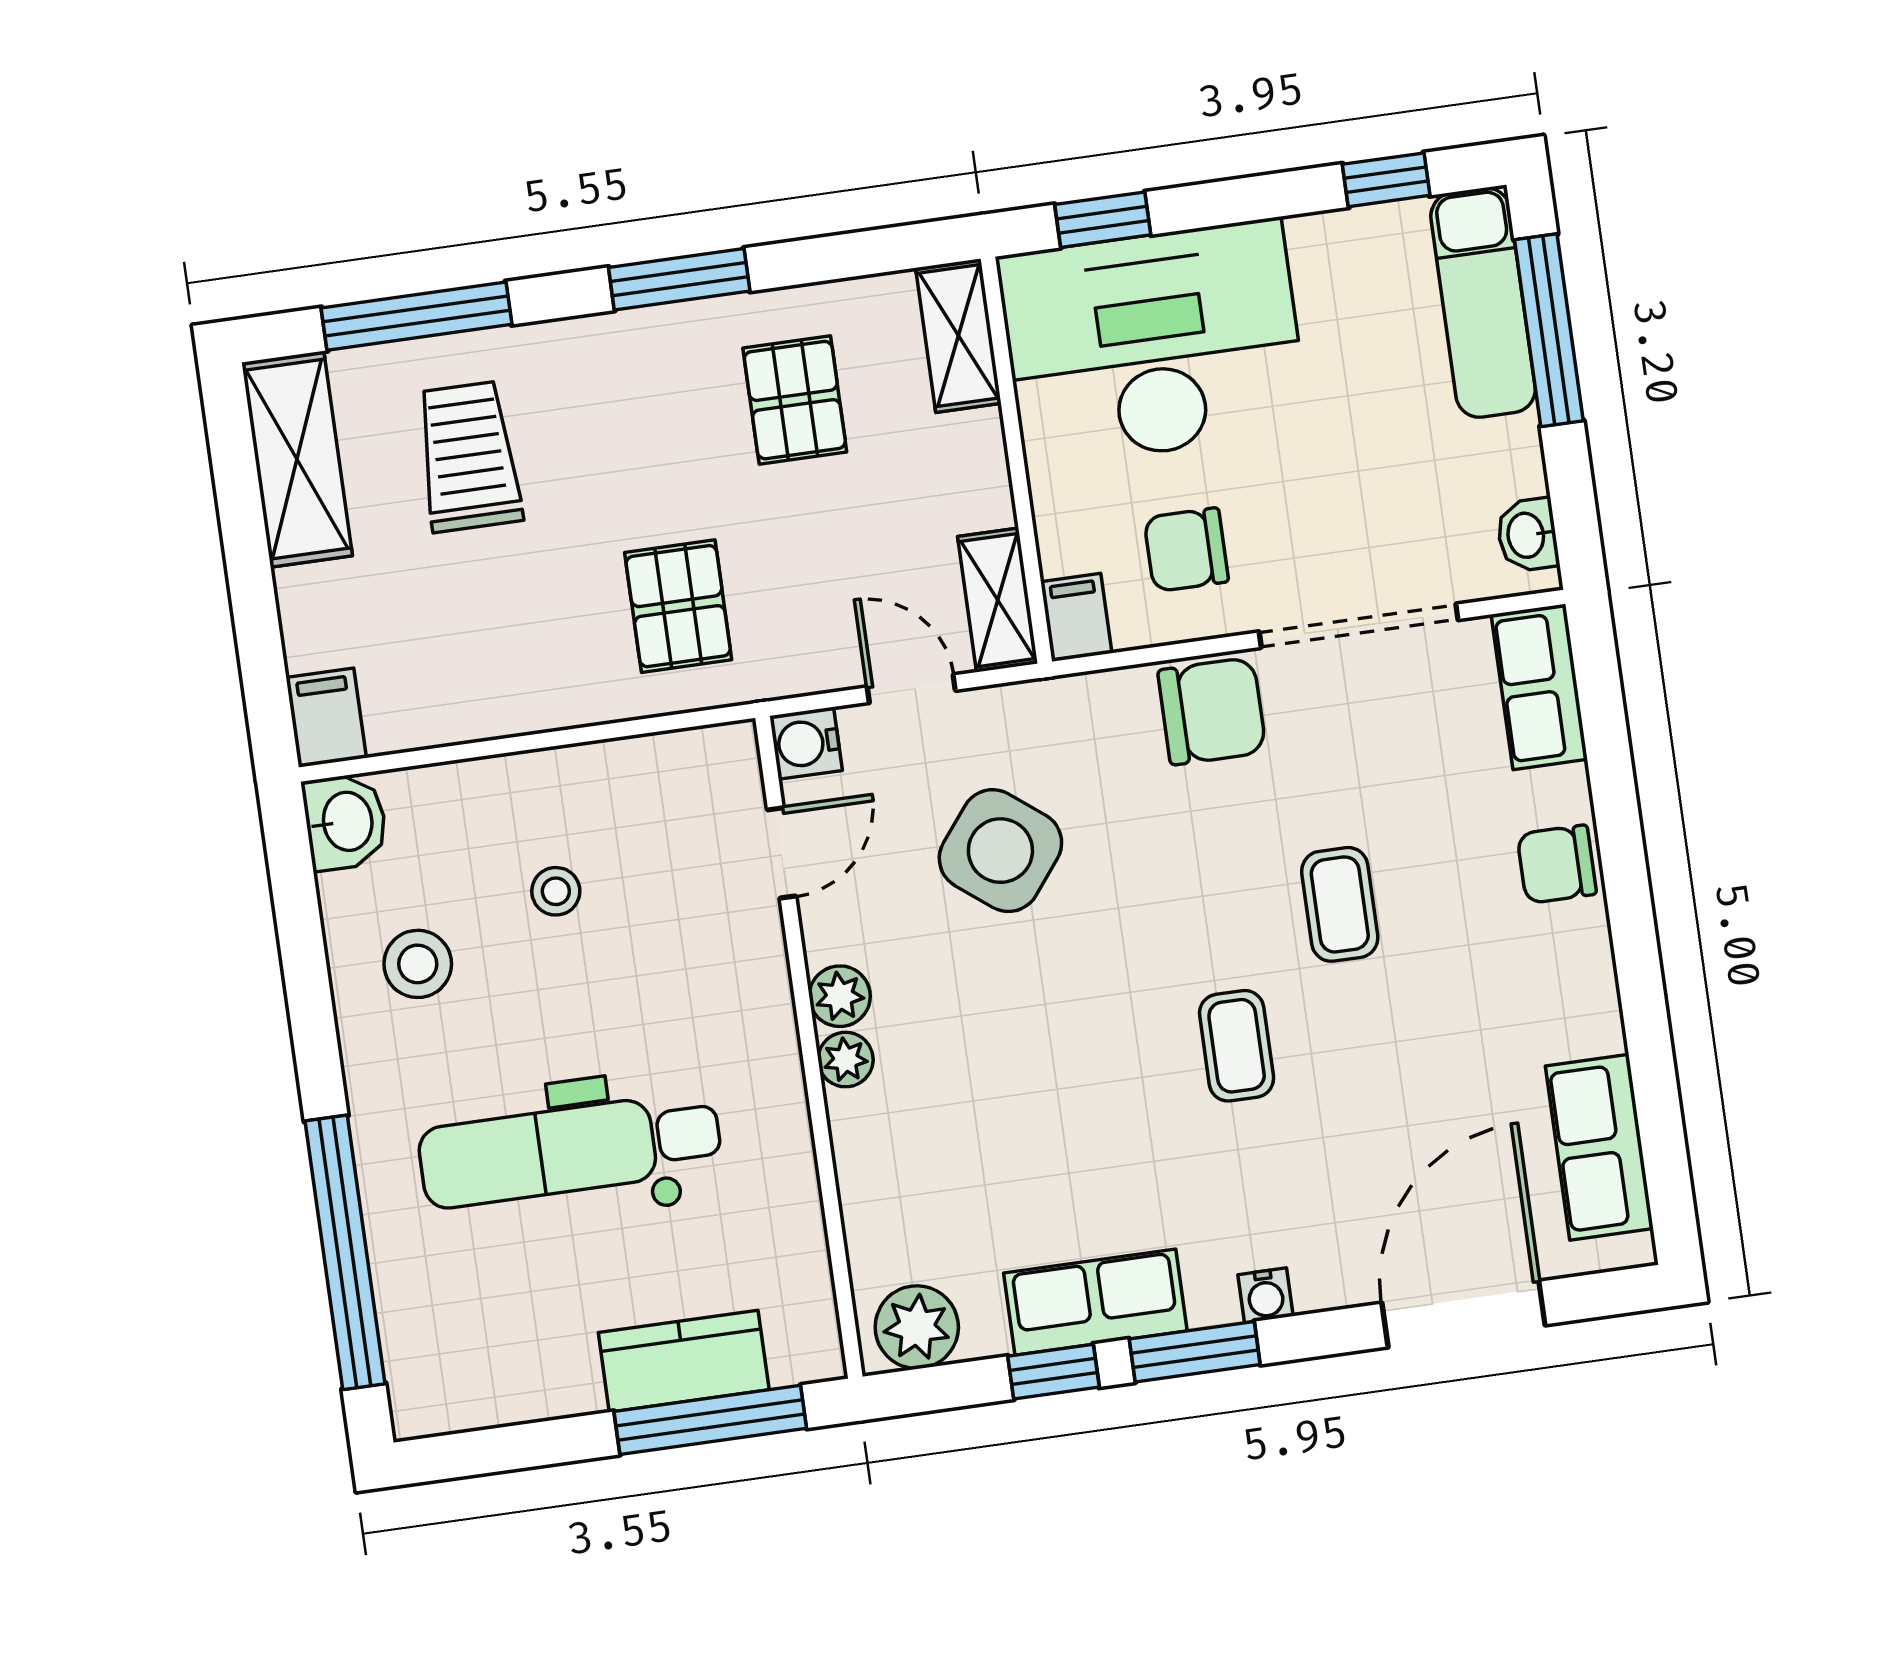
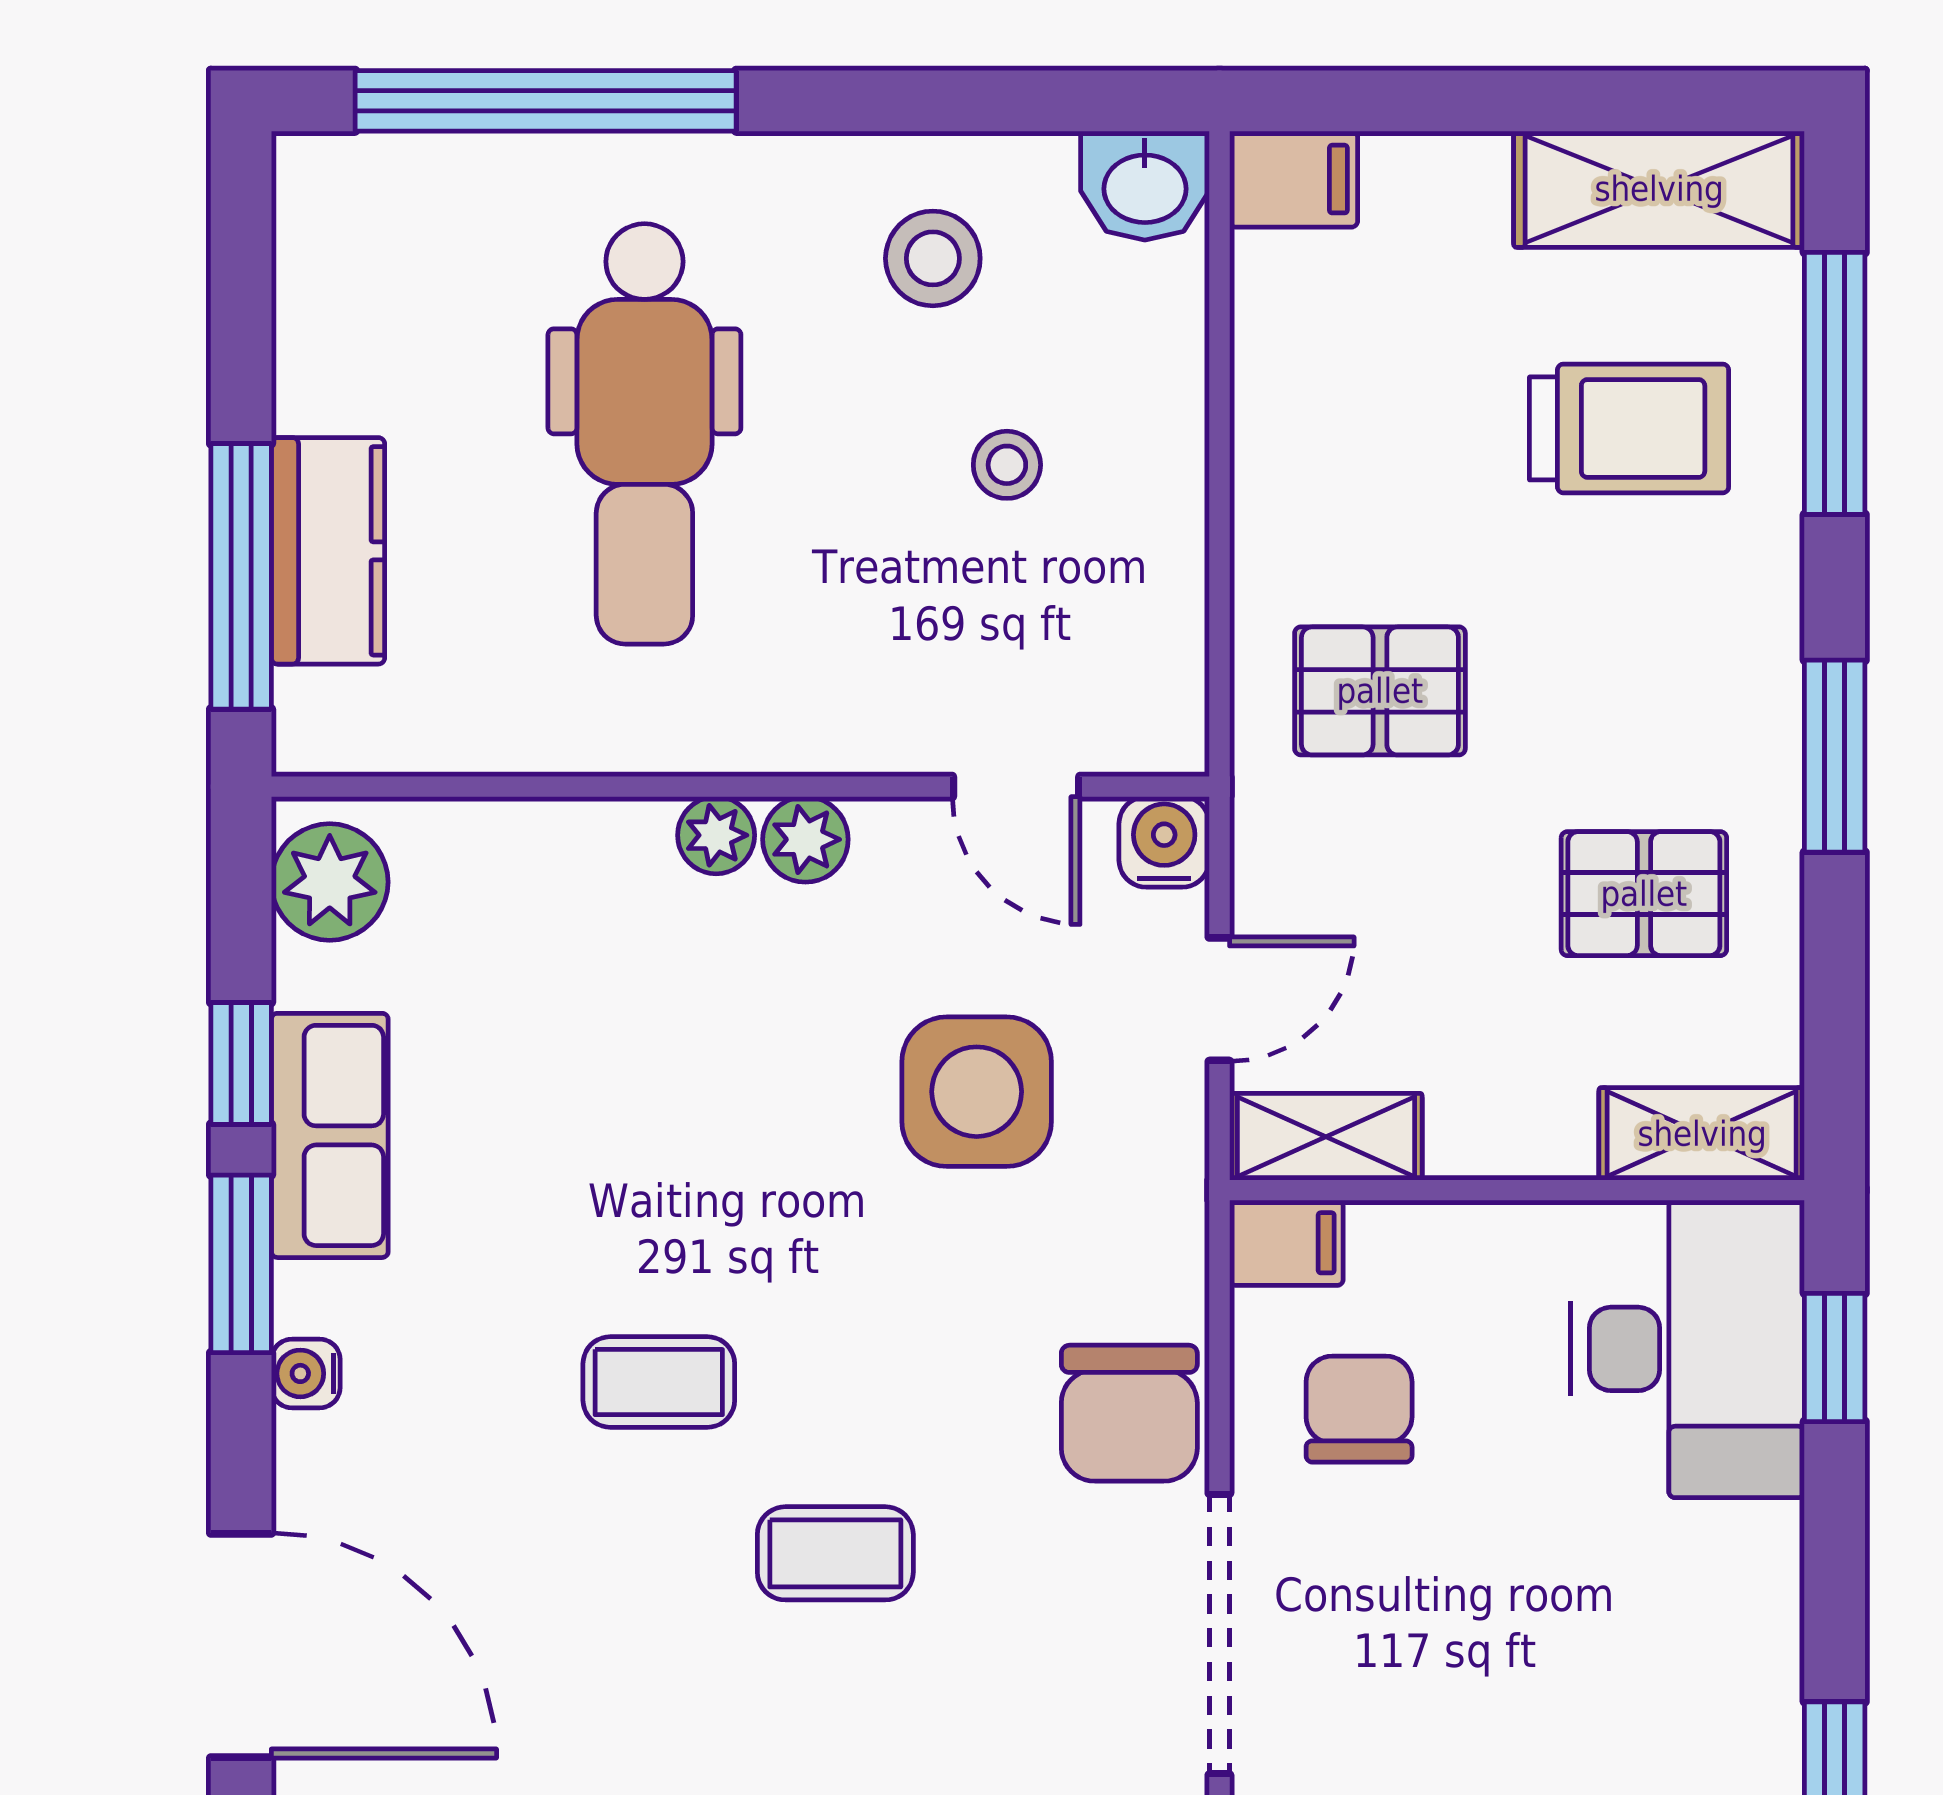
desk: (1153, 344) -> (1688, 1349), width x0.73, depth x0.77
side table: (1000, 851) -> (977, 1092), turned -38
dental chair: (570, 1150) -> (644, 434), turned 180

